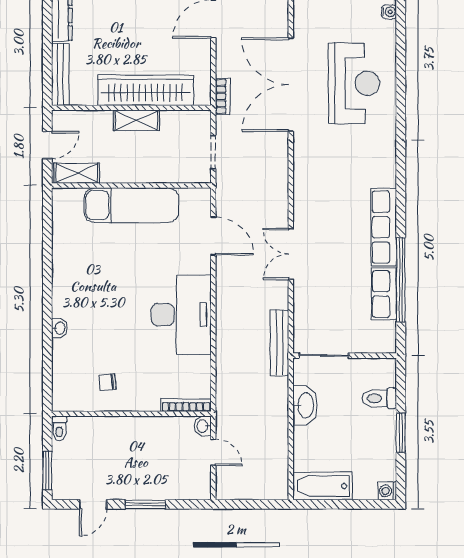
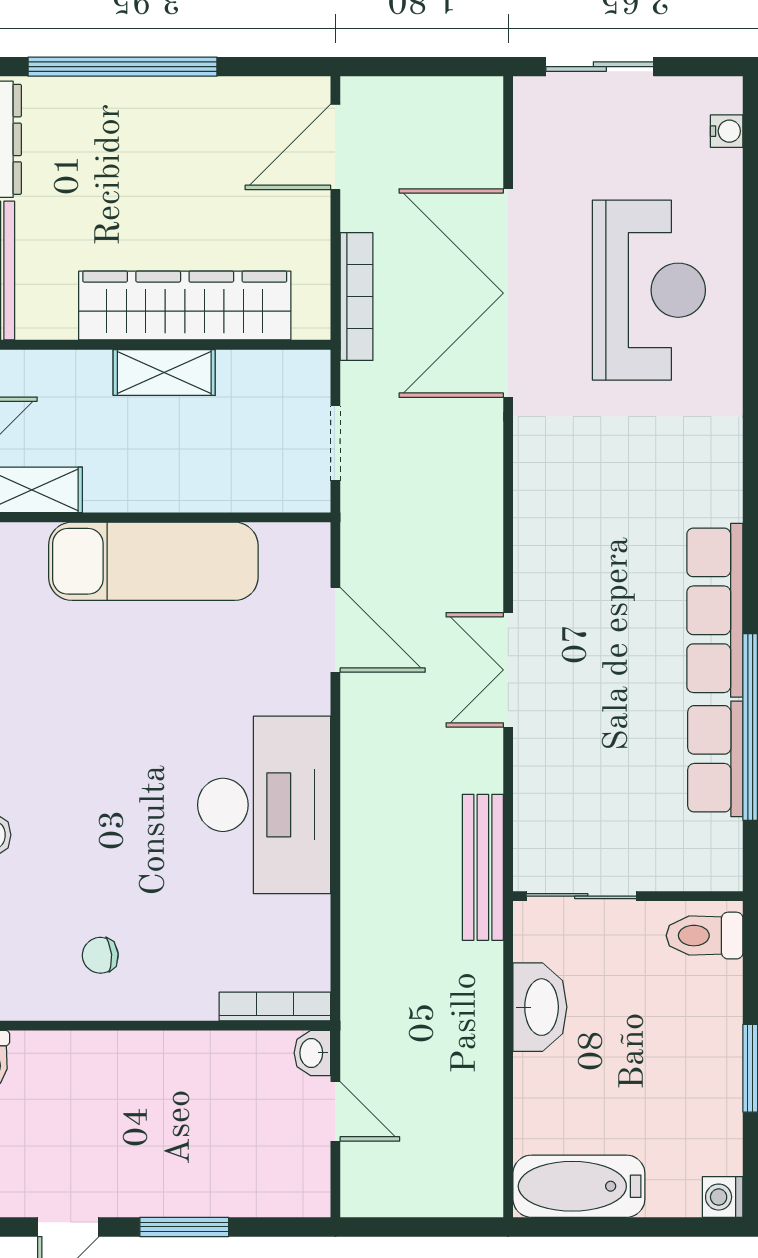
bookcase: (223, 97) -> (357, 297), width x1.56
toilet: (379, 398) -> (705, 936), moved

